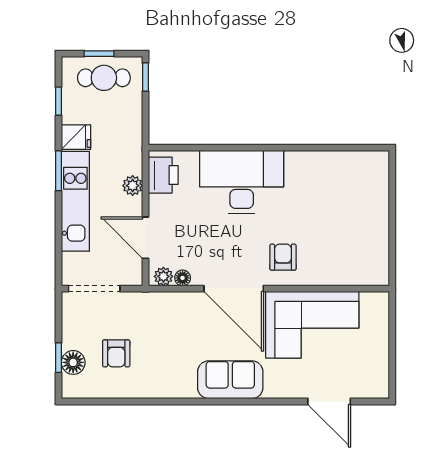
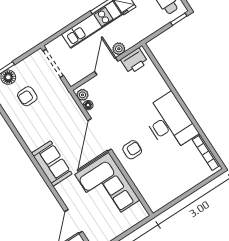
bookcase: (353, 158) -> (206, 153), added
desk: (242, 182) -> (169, 122), moved
door: (145, 238) -> (106, 66), moved

